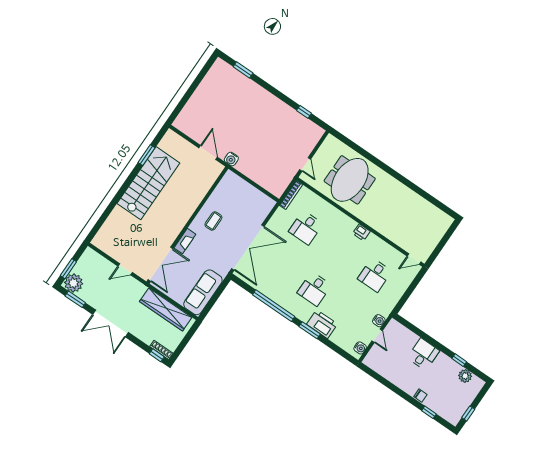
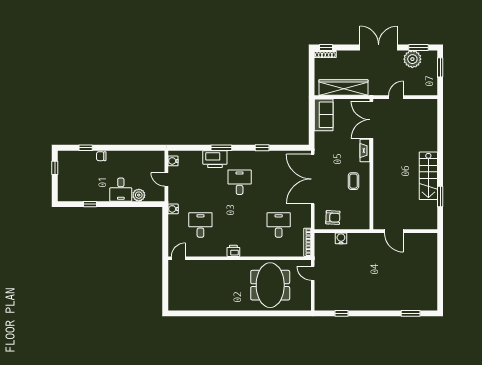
water cooler: (231, 159) -> (341, 238), moved
stairs: (148, 183) -> (428, 176), width x0.73, depth x0.66
armchair: (254, 201) -> (333, 218), added
plant: (73, 283) -> (412, 59), moved
sofa: (203, 292) -> (324, 115), width x0.73
window: (274, 306) -> (262, 148), width x0.32
water cooler: (379, 321) -> (173, 209), moved
plant: (465, 376) -> (139, 195), moved

